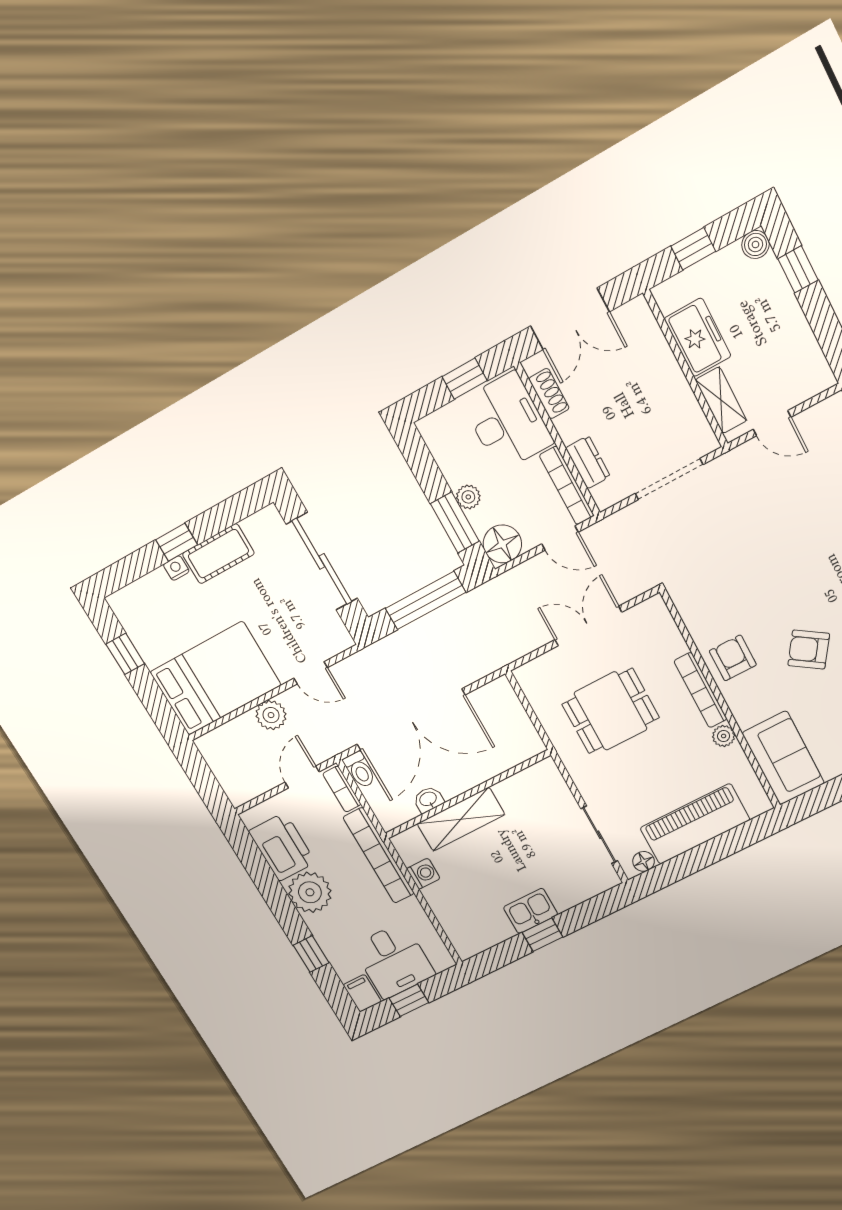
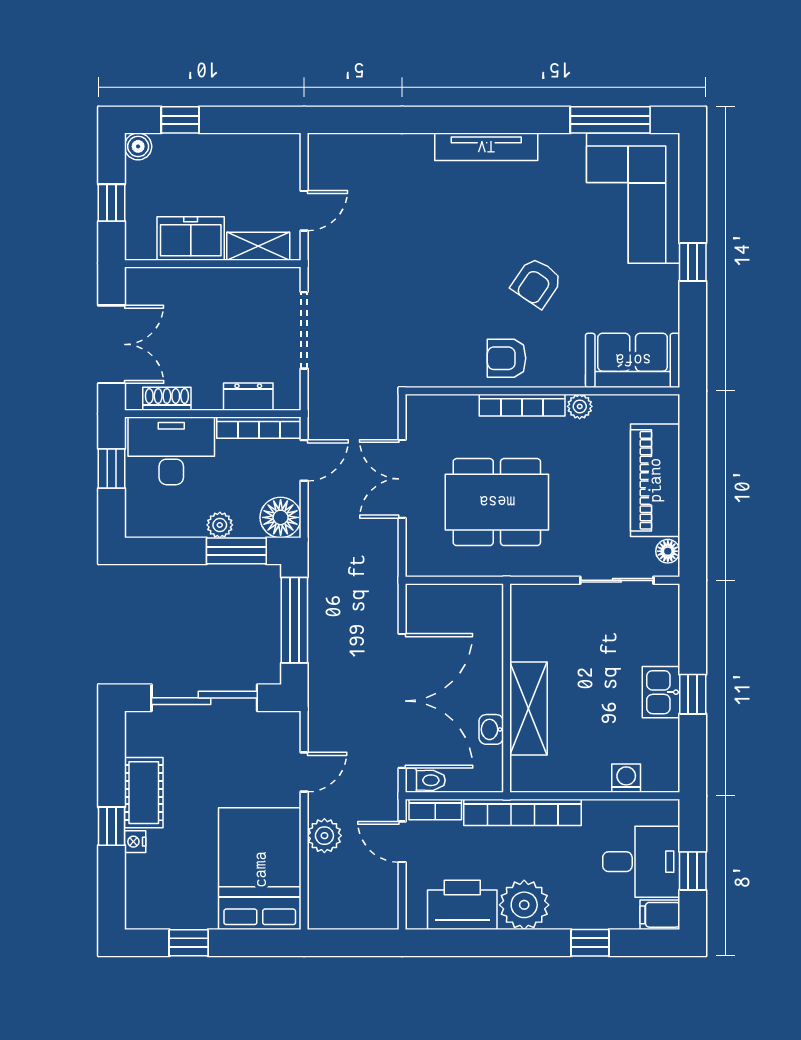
dining table: (611, 711) -> (497, 502), width x1.37
washing machine: (423, 874) -> (626, 778), moved

